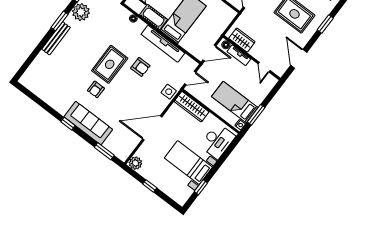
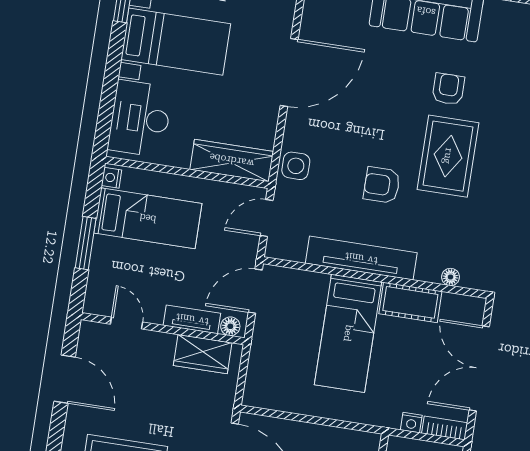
window: (256, 115) -> (86, 243), moved

